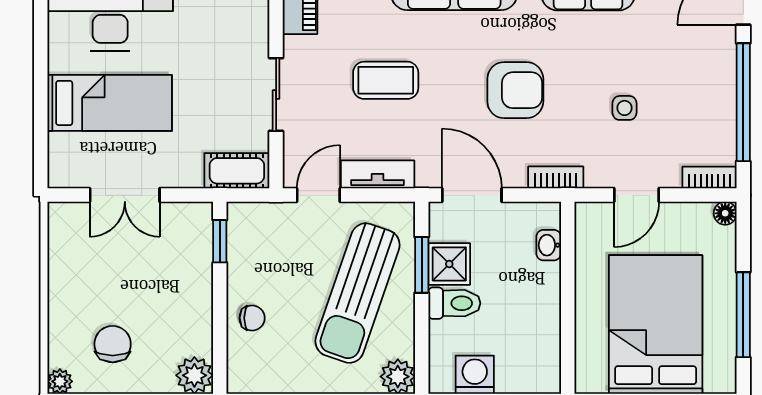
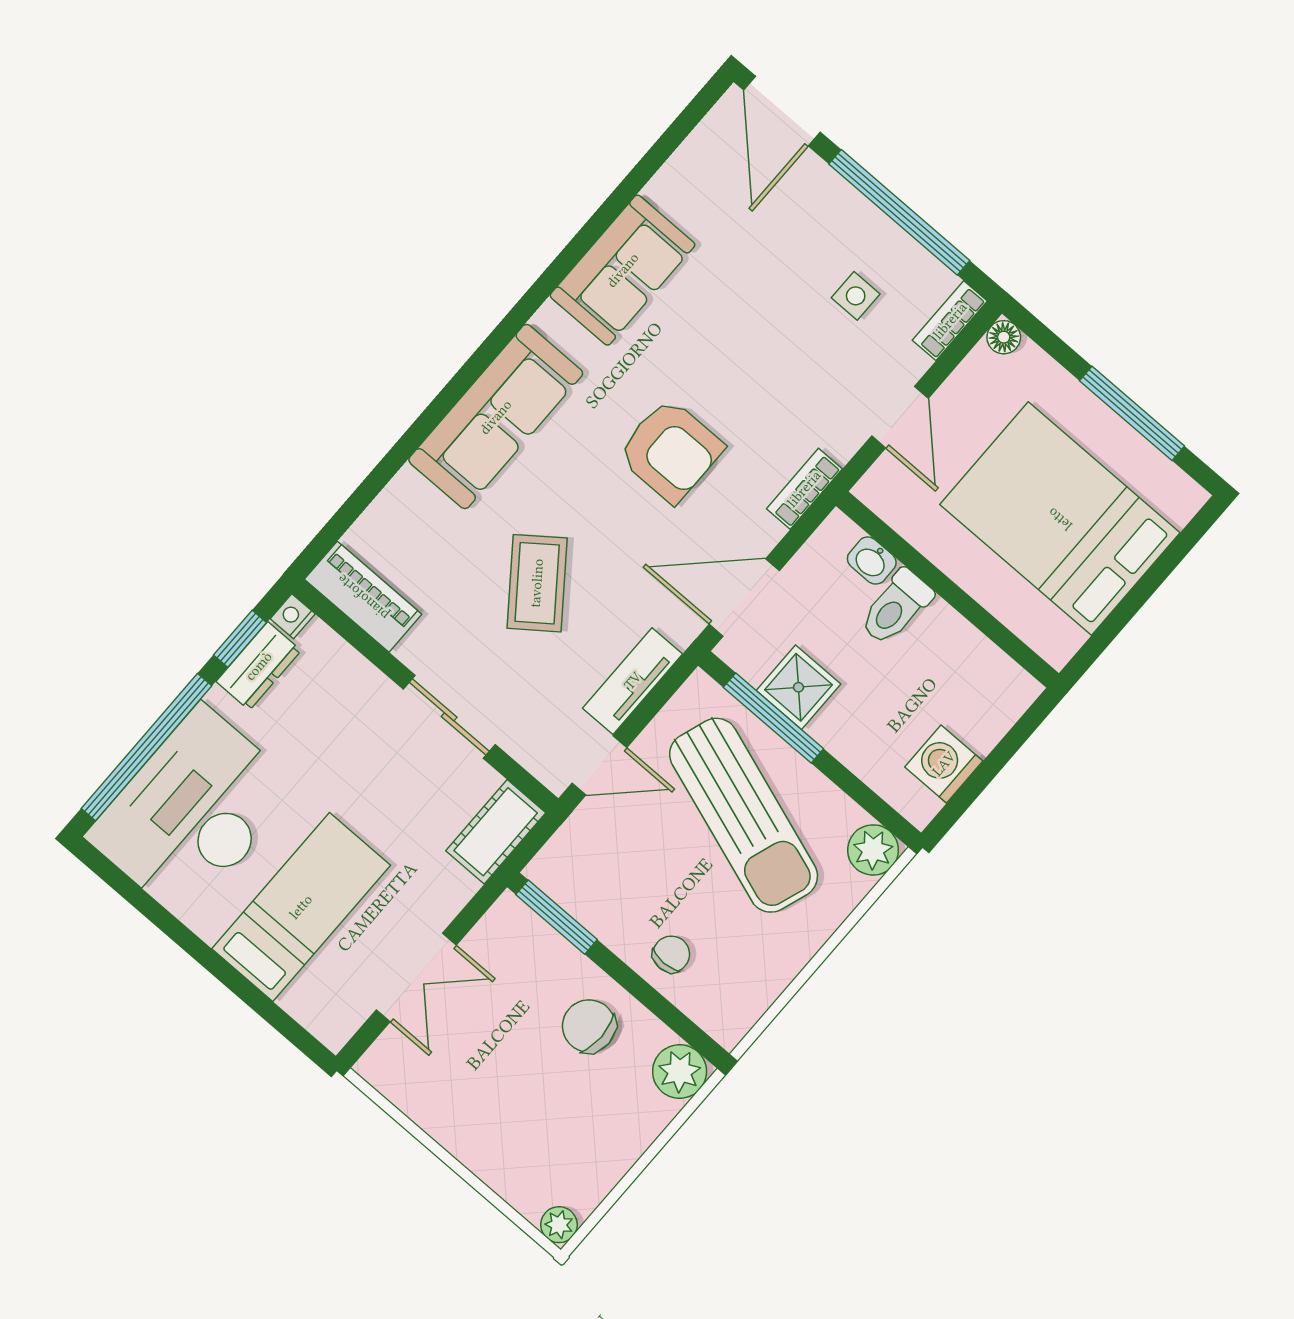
coffee table: (386, 80) -> (537, 583), turned -37
armchair: (515, 90) -> (671, 451), turned 90
side table: (624, 108) -> (856, 296), moved
door: (318, 195) -> (599, 765), swing flipped
window: (220, 241) -> (557, 917), width x1.50
window: (422, 265) -> (773, 718), width x1.44
toilet: (454, 303) -> (896, 607), moved, turned 180
chair: (113, 344) -> (589, 1026), moved

